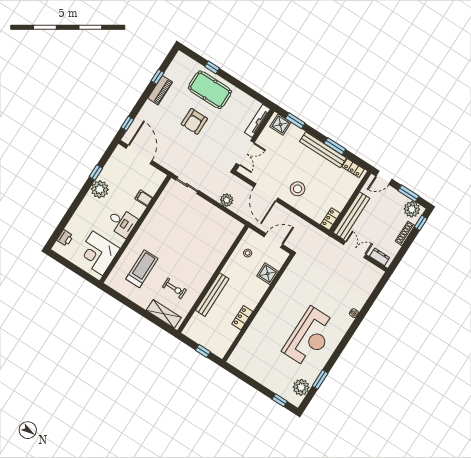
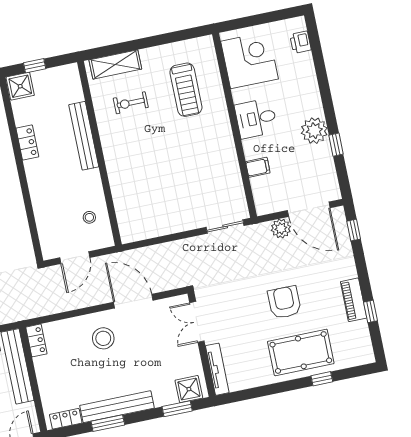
plant: (227, 200) -> (281, 228), moved
shower: (268, 274) -> (20, 86), moved

